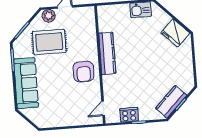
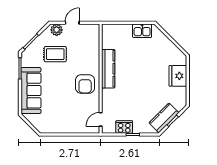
fridge: (175, 33) -> (178, 76), moved, turned 45
rug: (49, 42) -> (55, 54), width x0.73, depth x0.70

